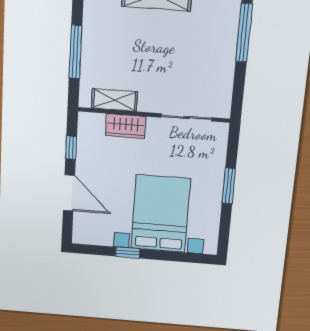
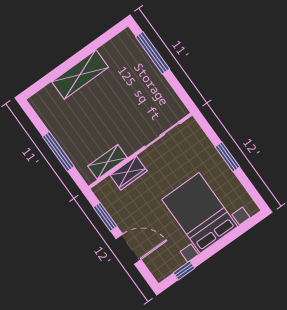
window: (71, 148) -> (105, 217), width x1.50
window: (128, 253) -> (184, 270), moved

